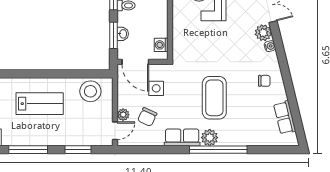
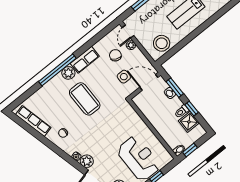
washing machine: (161, 45) -> (142, 105), removed
row of seats: (285, 118) -> (33, 121), width x1.48

